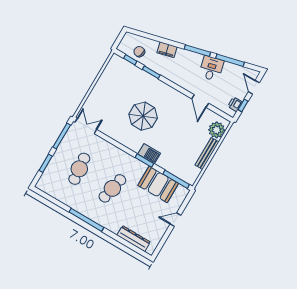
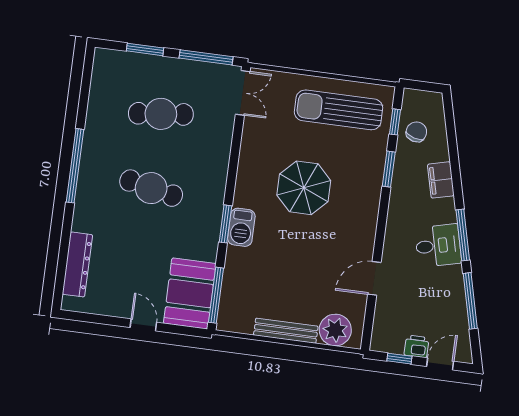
desk: (211, 68) -> (438, 246), moved
sun lounger: (113, 84) -> (338, 110), added
printer: (235, 104) -> (417, 346), moved
booth: (158, 184) -> (190, 293), moved

